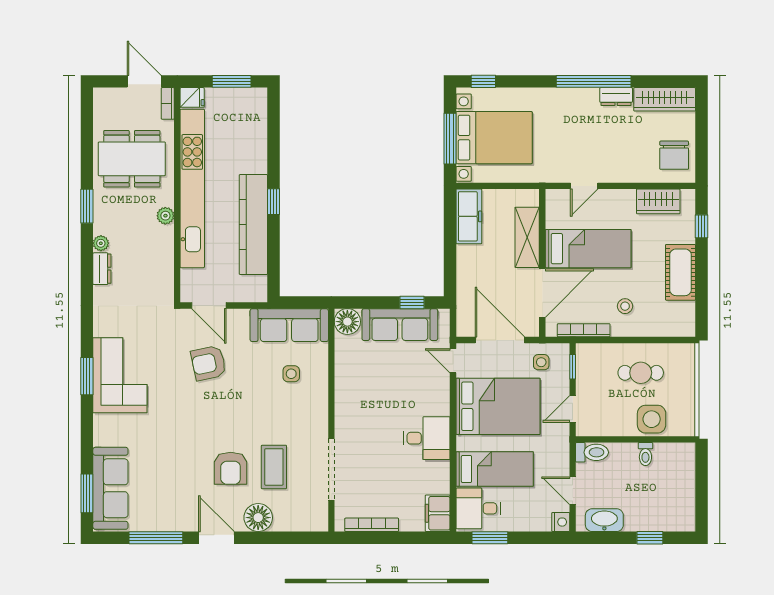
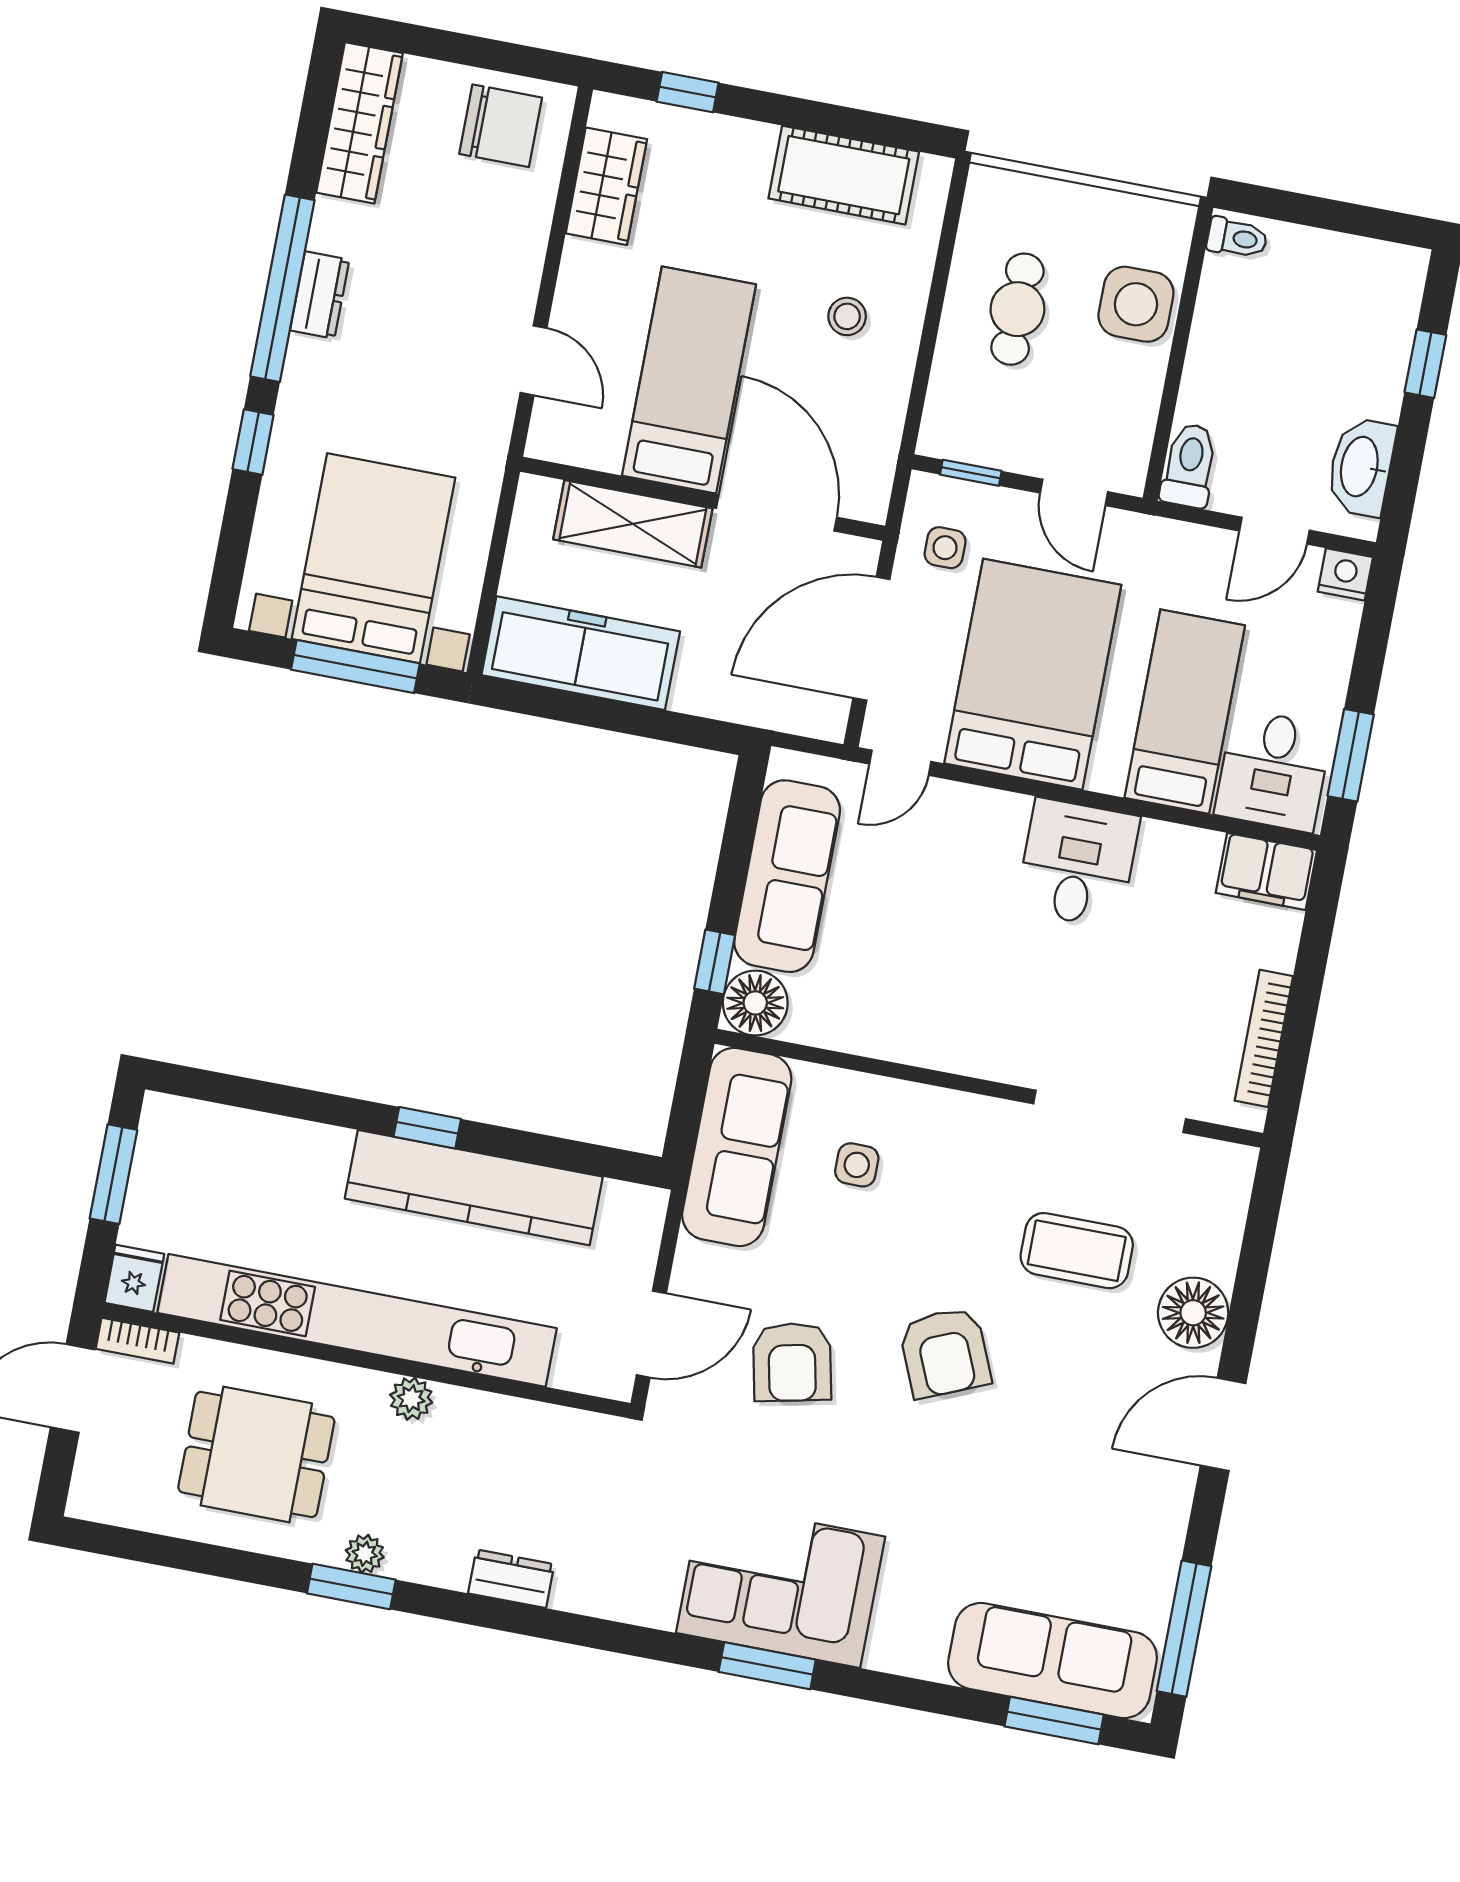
window: (483, 81) -> (253, 442), moved
dresser: (616, 97) -> (320, 295), moved
dining table: (132, 159) -> (256, 1454), width x0.73
freezer: (469, 216) -> (581, 653), width x1.36, depth x1.26
plant: (101, 243) -> (365, 1554), moved
cot: (680, 272) -> (844, 175), moved
window: (412, 302) -> (715, 962), moved
bookcase: (584, 330) -> (887, 429), removed
toilet: (645, 454) -> (1237, 238), moved
armchair: (231, 468) -> (945, 1353), moved, turned 67
window: (156, 538) -> (1184, 1629), moved

